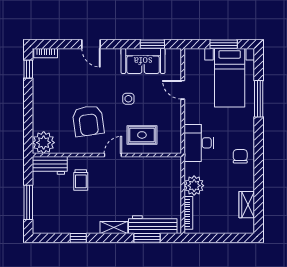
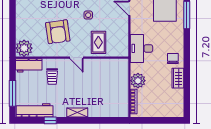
rug: (142, 135) -> (98, 42), turned 90
door: (113, 155) -> (77, 58), swing flipped
wardrobe: (247, 205) -> (178, 78), moved
workbench: (153, 225) -> (35, 110), moved
window: (147, 238) -> (102, 120), removed

